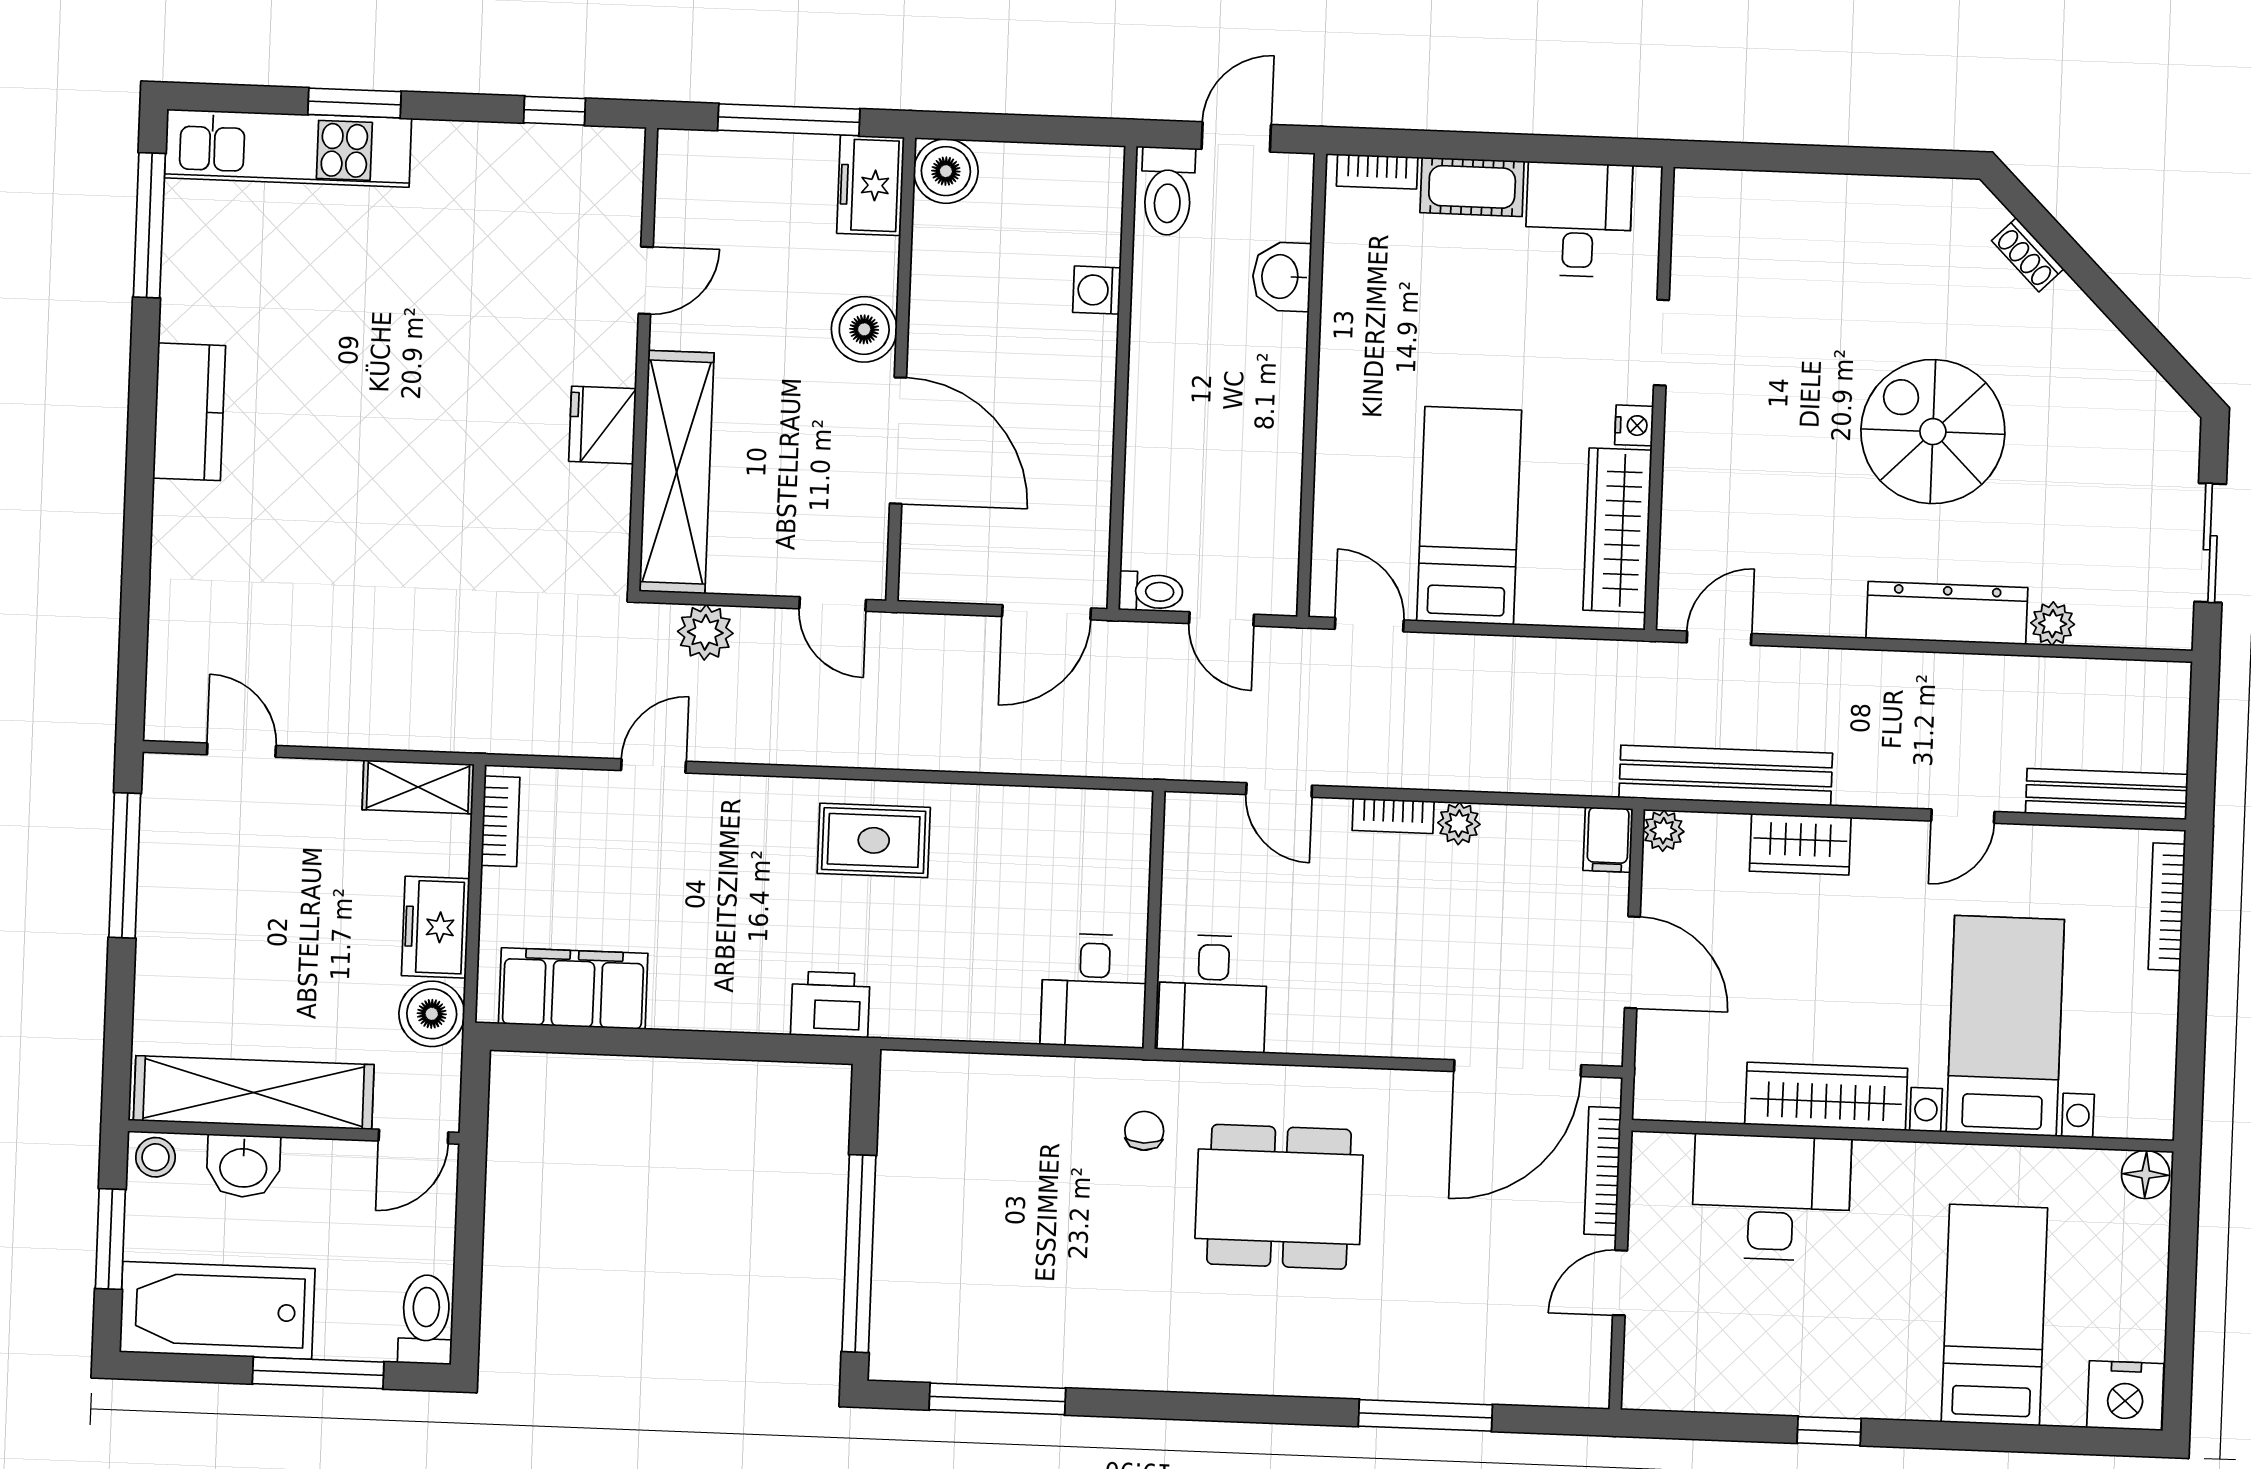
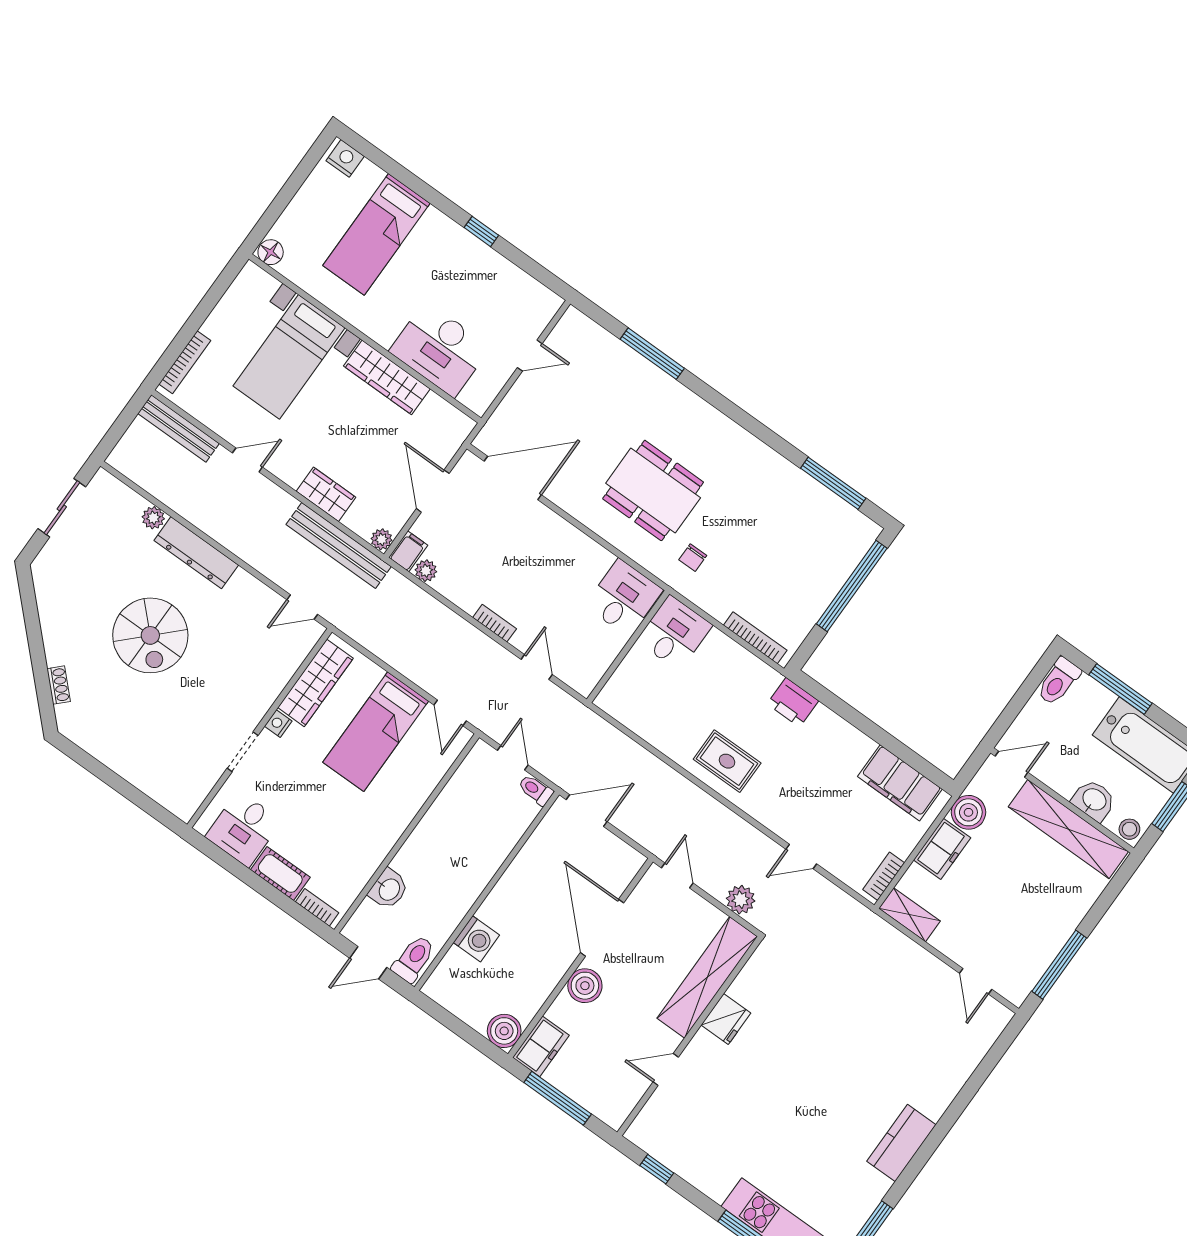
washing machine: (1097, 290) -> (476, 939), width x1.38, depth x1.38
plant: (1459, 823) -> (426, 571), moved
bookcase: (1603, 1171) -> (755, 638), moved, turned -90
nightstand: (2125, 1396) -> (345, 158), width x0.74, depth x0.75

